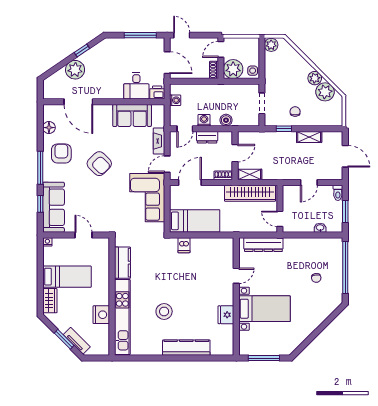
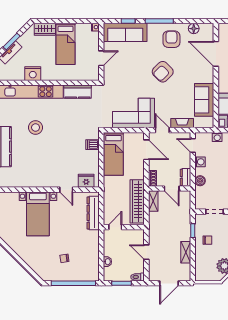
door: (78, 102) -> (216, 54), hinge flipped
dresser: (207, 137) -> (185, 177), moved
armchair: (61, 153) -> (171, 39), turned -90
fridge: (226, 315) -> (86, 181), moved

